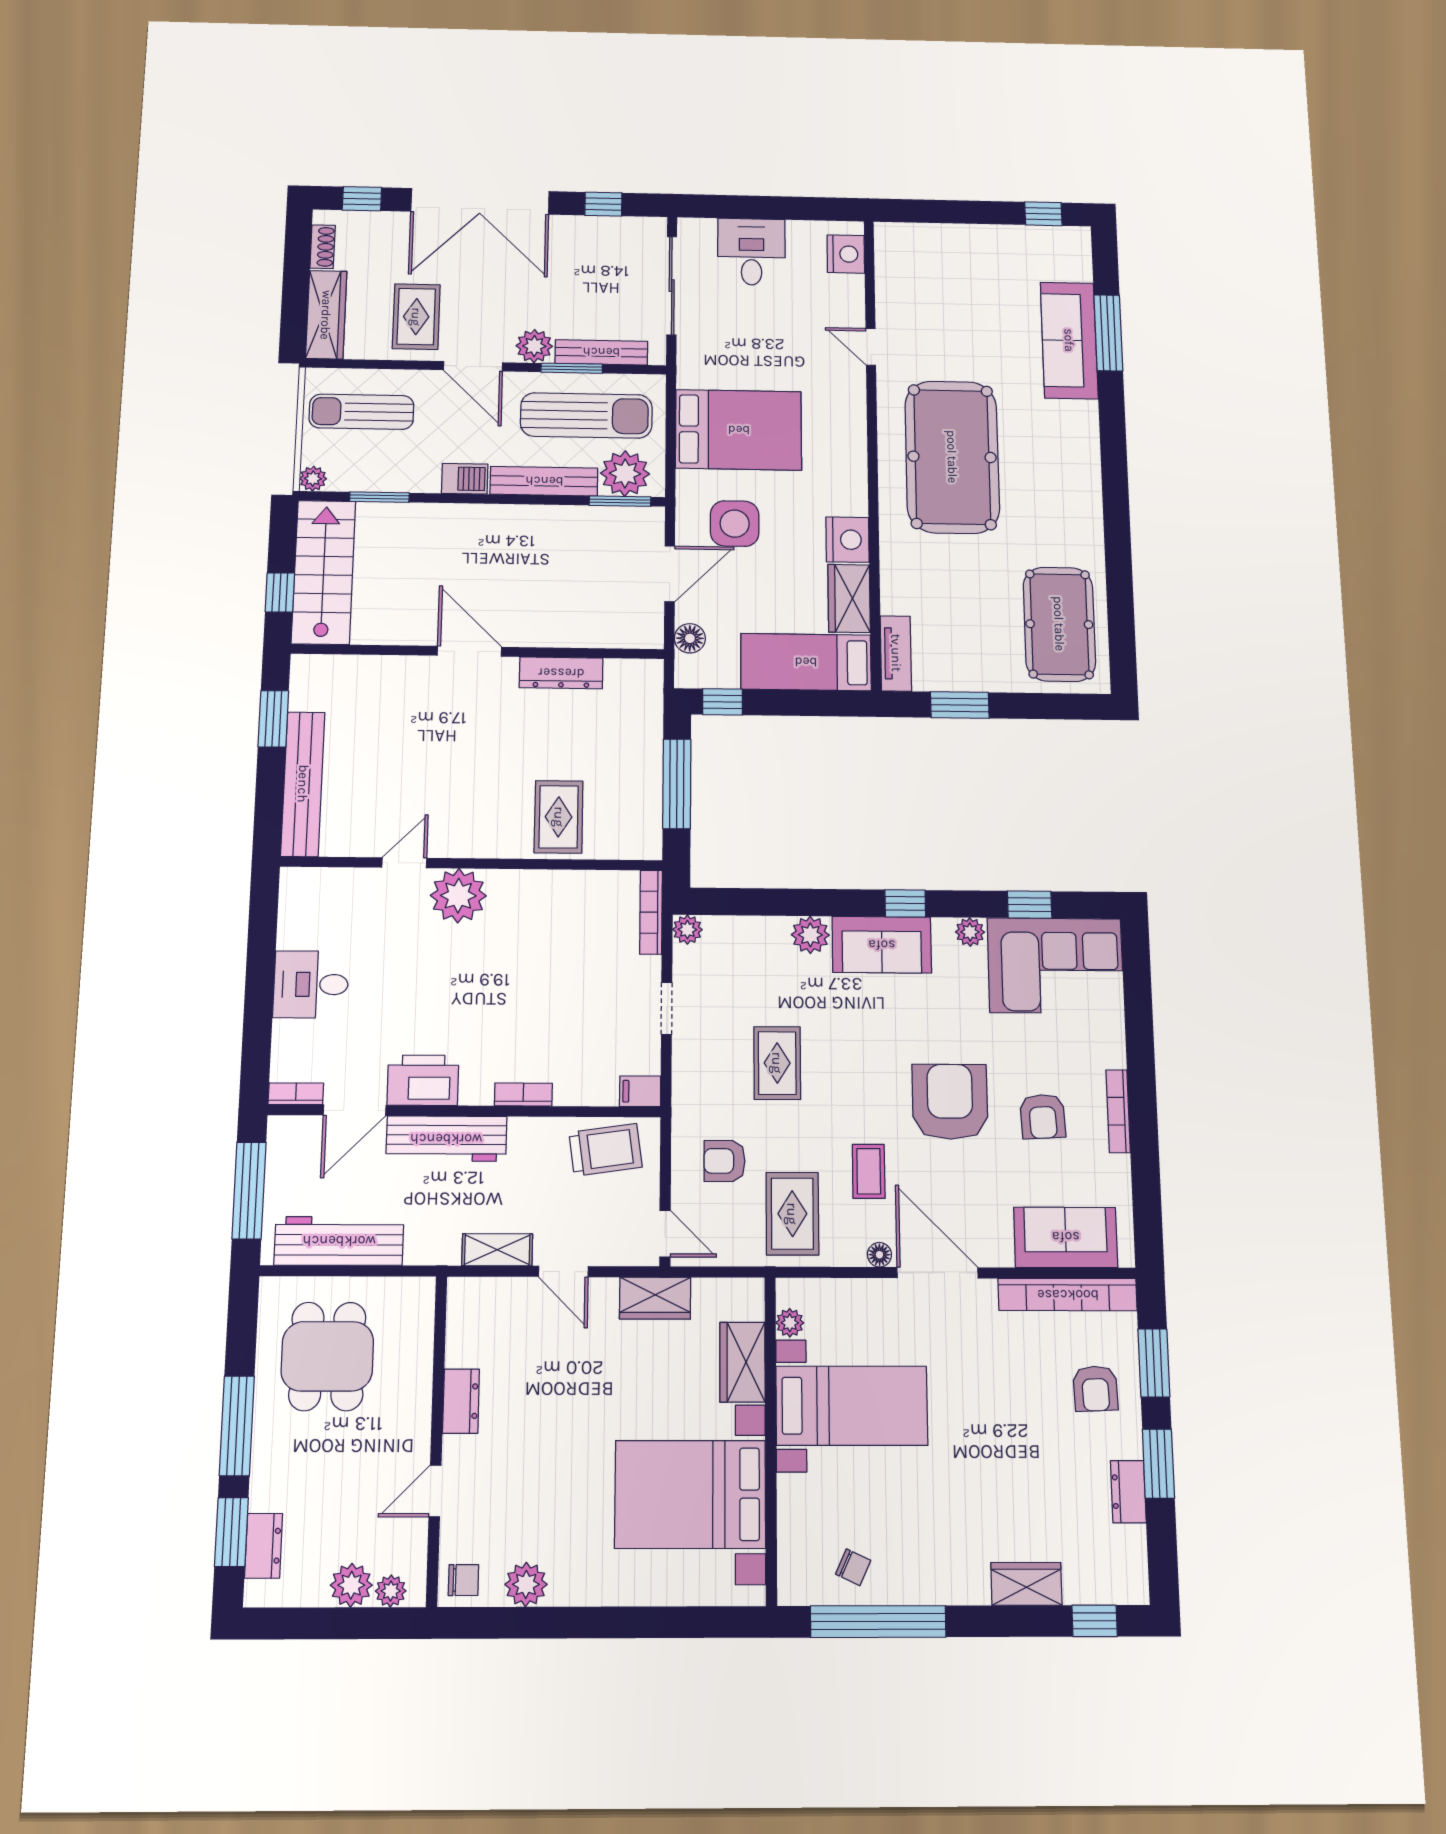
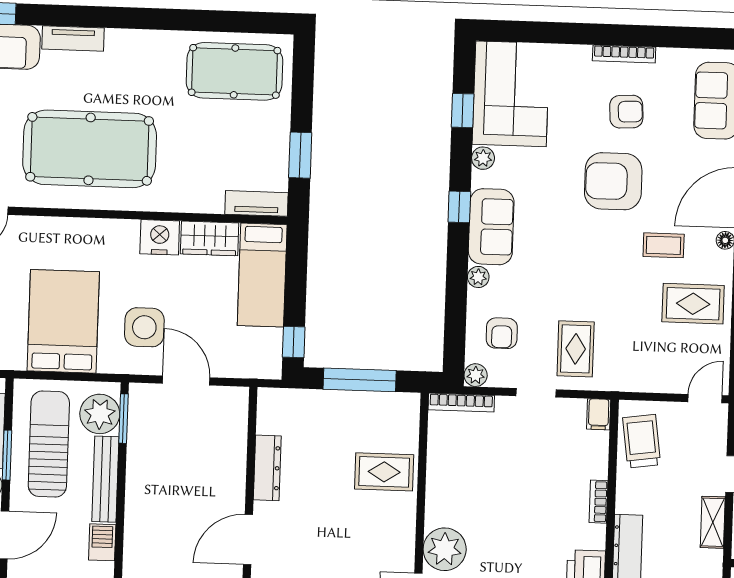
tv unit: (1086, 436) -> (73, 38), added
floor lamp: (690, 638) -> (241, 366), removed
plant: (810, 935) -> (478, 277), width x0.73, depth x0.73
rug: (777, 1063) -> (576, 349), moved, turned 90
armchair: (725, 1161) -> (502, 333), moved

